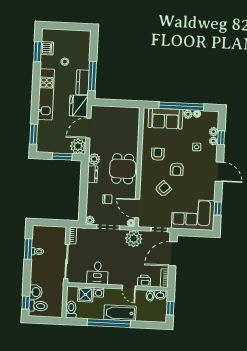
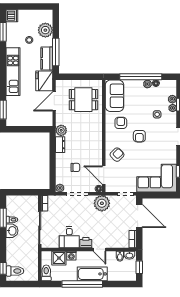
dishwasher: (47, 48) -> (12, 16), moved
sofa: (165, 119) -> (114, 96), moved, turned -90
plant: (78, 146) -> (45, 30), moved
window: (62, 156) -> (31, 129), removed
dining table: (123, 169) -> (83, 100), moved, turned 90
armchair: (163, 189) -> (117, 155), moved
door: (173, 254) -> (139, 216), swing flipped
printer: (144, 281) -> (86, 243), moved
washbasin: (36, 292) -> (12, 231), moved

